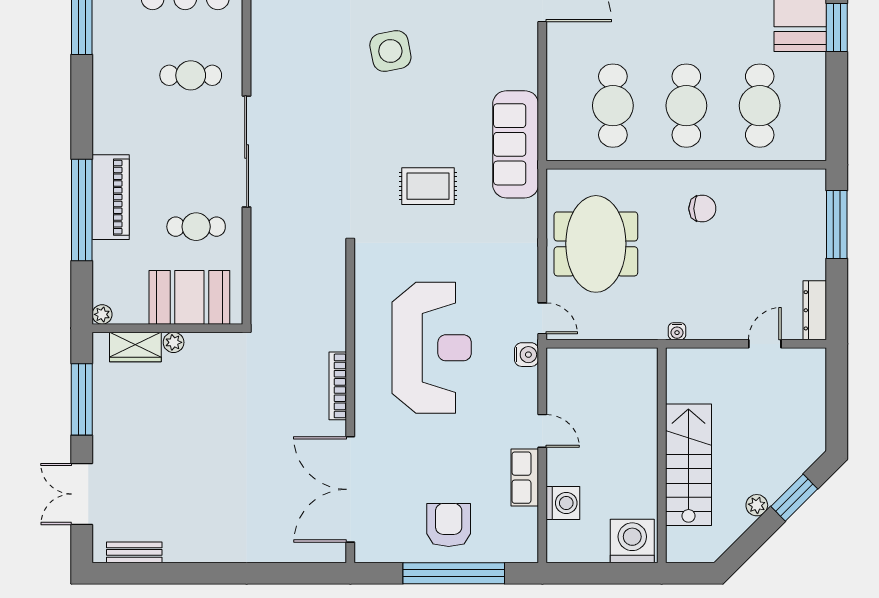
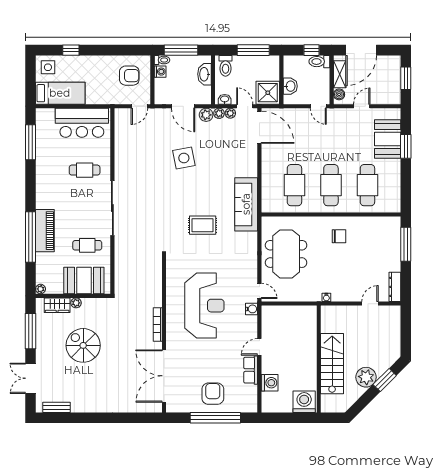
spiral stairs: (188, 428) -> (83, 345), added
door: (542, 431) -> (259, 347), swing flipped
plant: (757, 505) -> (366, 377), width x1.88, depth x1.88

